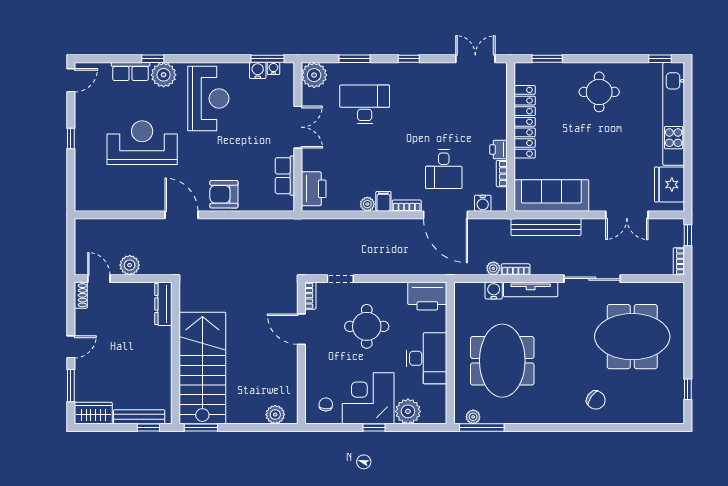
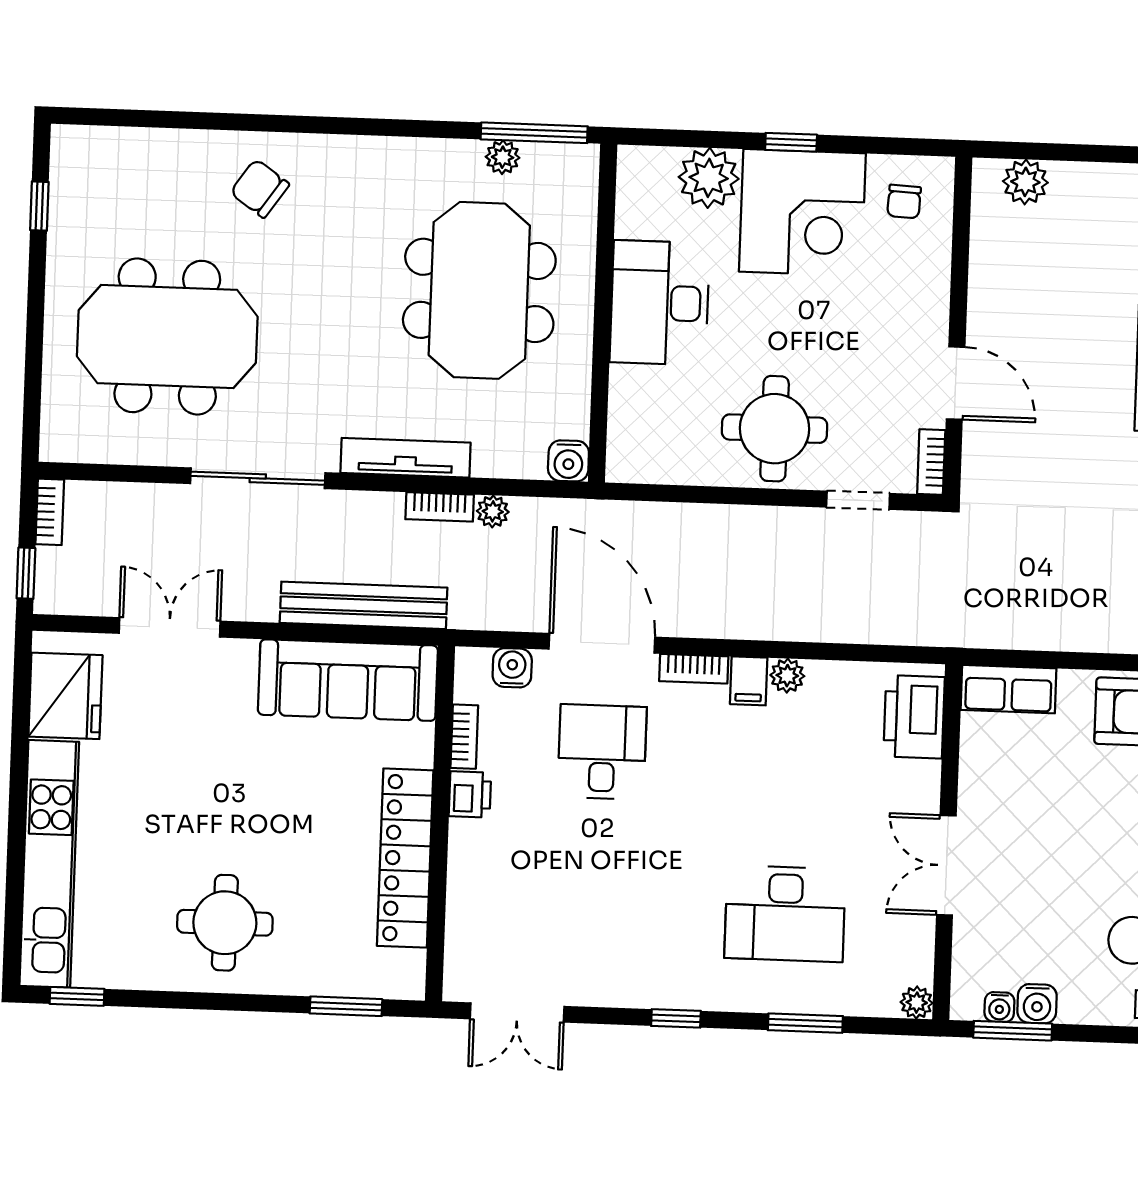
plant: (314, 75) -> (917, 1003), width x0.53, depth x0.53
row of seats: (285, 176) -> (1008, 689), moved, turned 90
water cooler: (494, 291) -> (568, 461), moved
printer: (427, 296) -> (652, 451), removed
round table: (367, 326) -> (775, 429), moved
plant: (473, 417) -> (503, 157), moved

